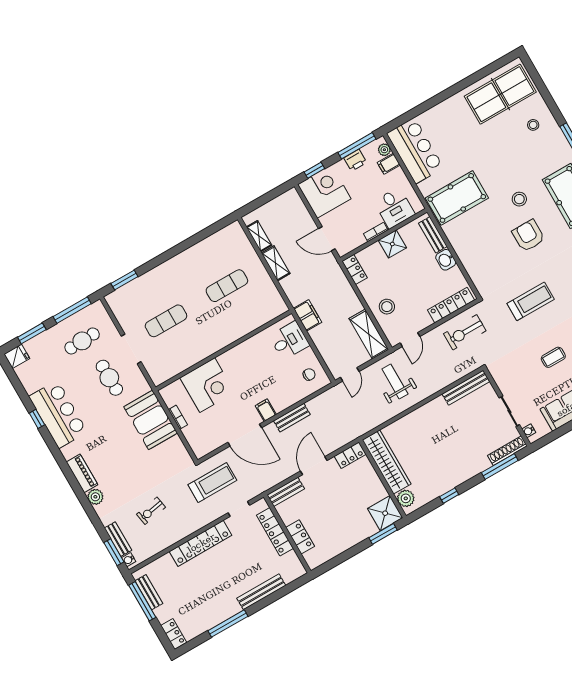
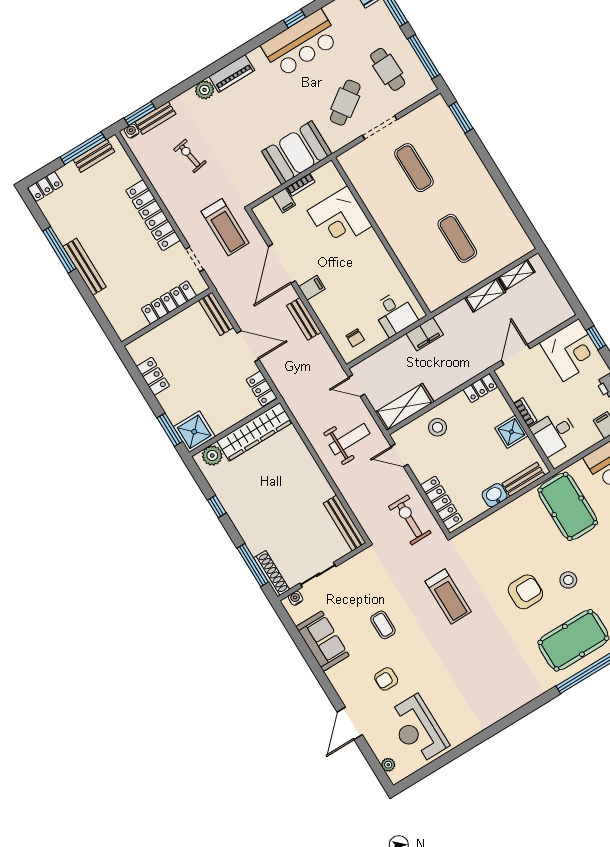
cafe table: (109, 378) -> (345, 103), turned -35
filing cabinet: (191, 432) -> (284, 200), added
locker: (300, 537) -> (153, 376), moved, turned -90
bench: (261, 592) -> (85, 267), moved

